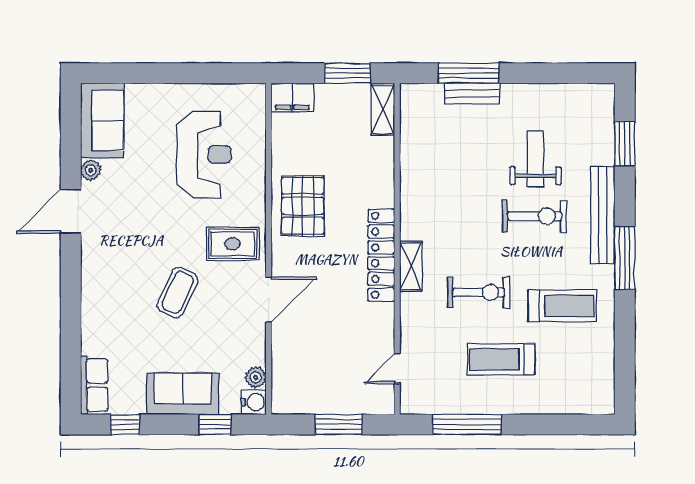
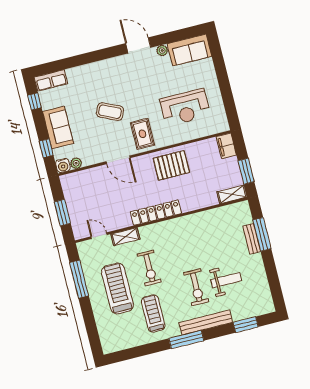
shelving: (411, 266) -> (125, 237), moved
treadmill: (562, 306) -> (153, 313), turned 180
treadmill: (501, 359) -> (117, 288), width x1.37, depth x1.38

